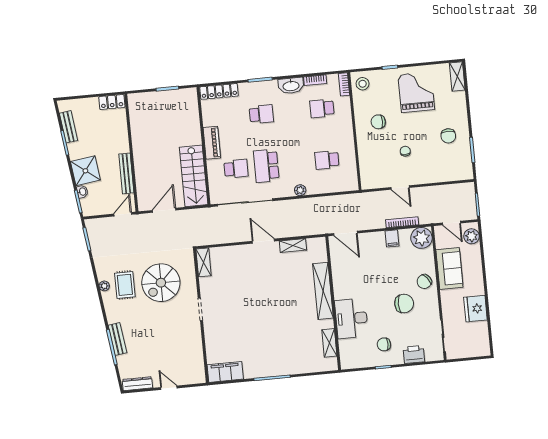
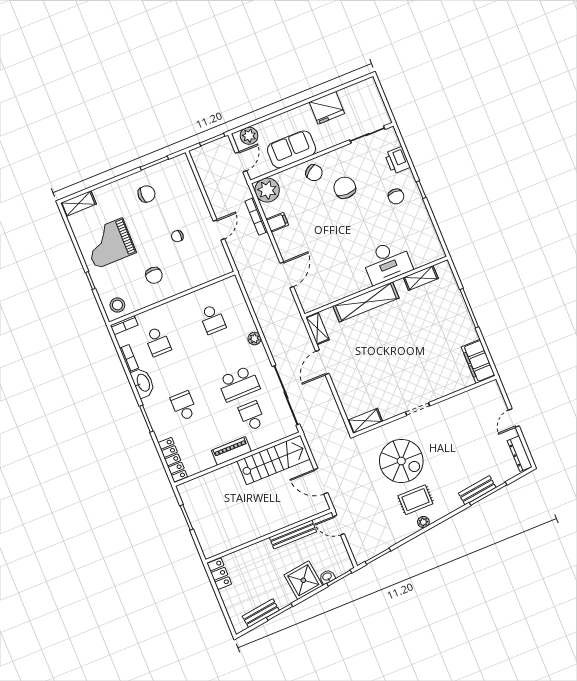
shelving: (323, 291) -> (366, 302), moved
wall: (333, 303) -> (376, 287), moved
desk: (351, 318) -> (387, 262), moved
shelving: (329, 343) -> (421, 278), moved

